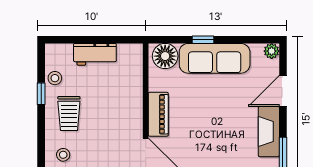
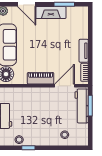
trolley: (69, 113) -> (40, 131), removed

